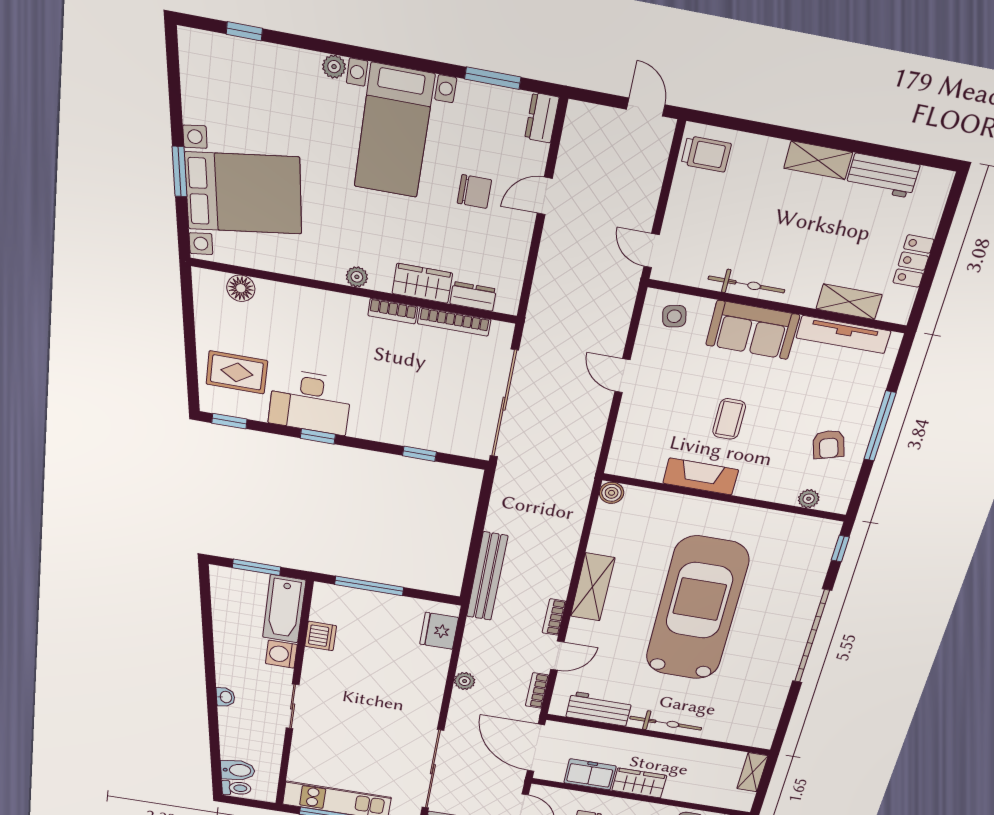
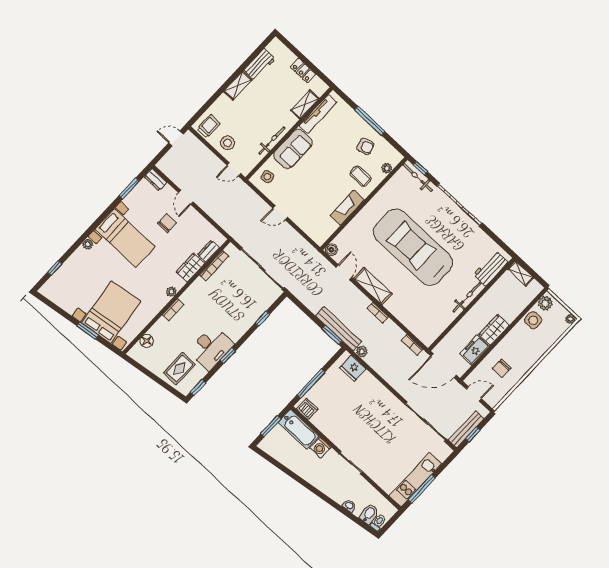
stool: (695, 209) -> (228, 143), added
bookcase: (393, 311) -> (173, 310), moved
coffee table: (729, 419) -> (361, 176), moved
bicycle: (821, 553) -> (418, 178), added
window: (470, 572) -> (332, 335), added
dishwasher: (321, 636) -> (307, 409), moved
door: (557, 656) -> (344, 272), moved
plant: (465, 681) -> (362, 351), moved
washbasin: (225, 697) -> (349, 506), moved
workbench: (599, 709) -> (491, 268), moved

